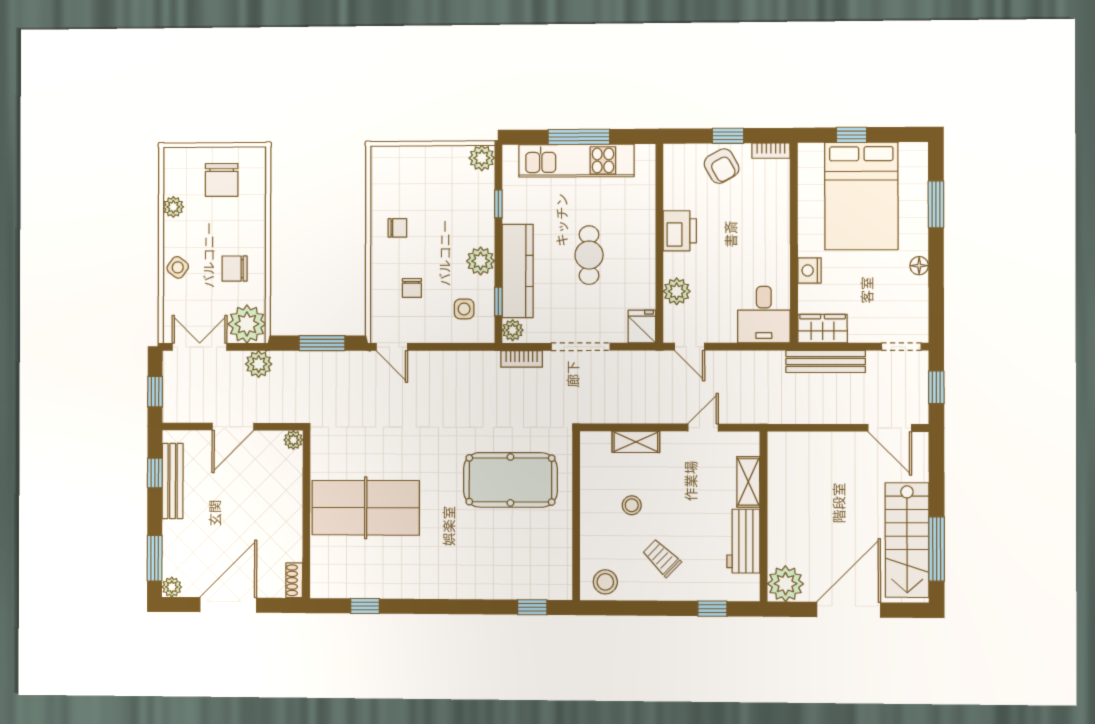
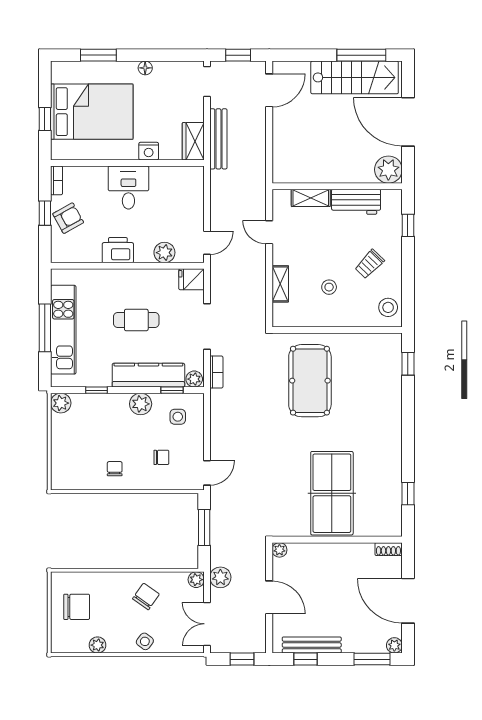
chair: (235, 269) -> (146, 596), turned -145
desk: (764, 315) -> (128, 187), moved, turned -90
plant: (247, 324) -> (196, 580), width x0.53, depth x0.53

